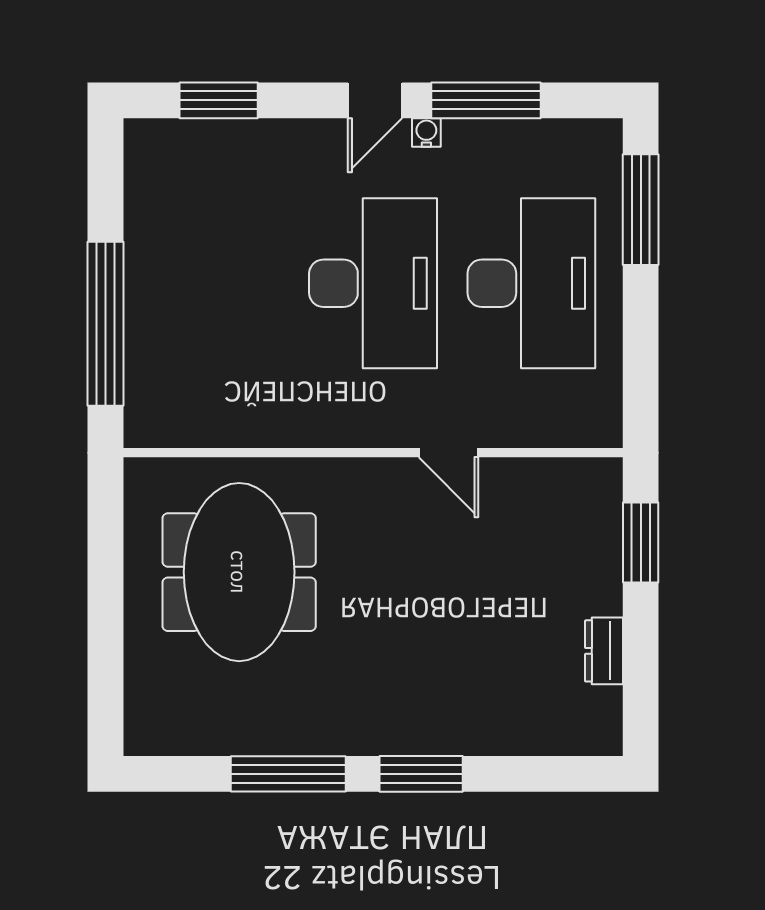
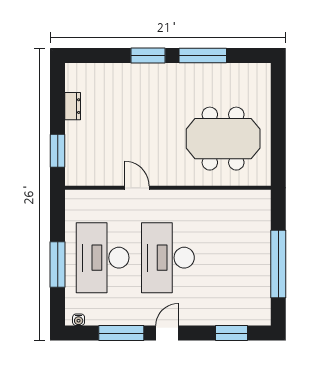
water cooler: (426, 133) -> (79, 320), moved
window: (641, 210) -> (58, 265), moved
window: (105, 324) -> (278, 264), moved
meeting table: (239, 572) -> (223, 139), turned 90

